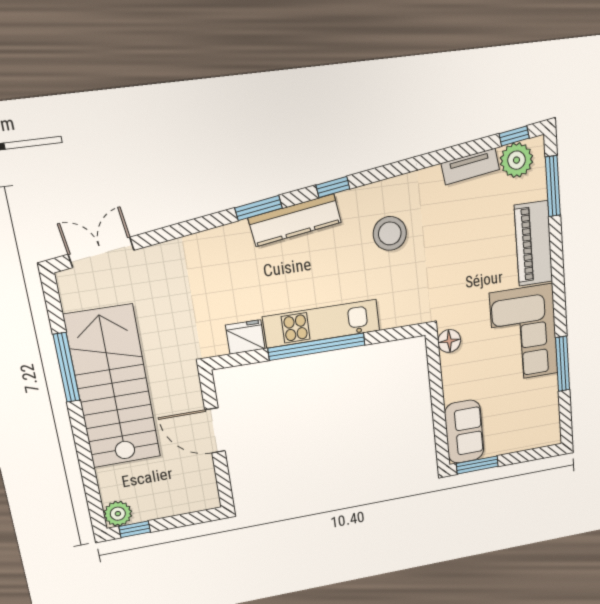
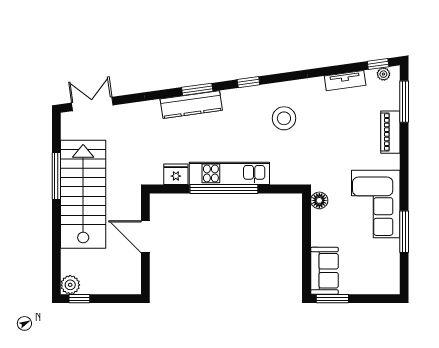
plant: (517, 160) -> (383, 74), width x0.53, depth x0.53
kitchen counter: (295, 220) -> (191, 105), moved
piano: (534, 244) -> (390, 132), width x0.73, depth x0.75

